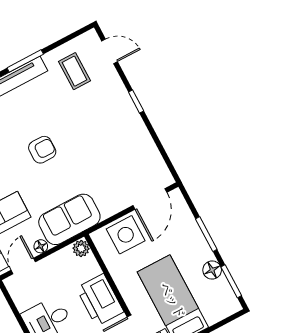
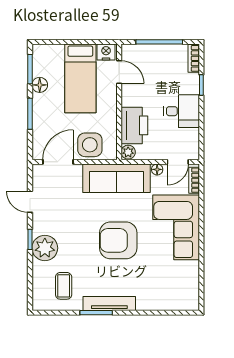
door: (110, 51) -> (30, 202), moved
plant: (116, 101) -> (45, 248), added
armchair: (42, 150) -> (118, 240), width x1.88, depth x1.88
sofa: (69, 219) -> (116, 178), width x1.36
printer: (100, 300) -> (134, 125), moved

